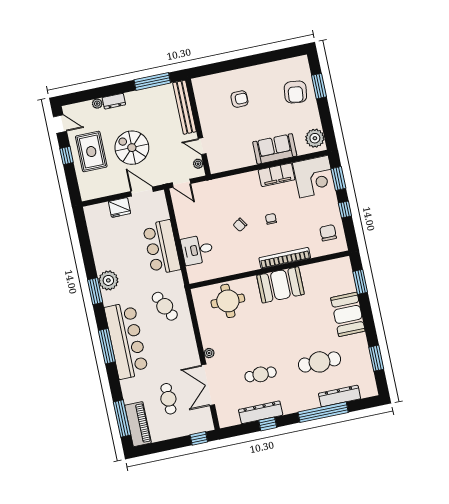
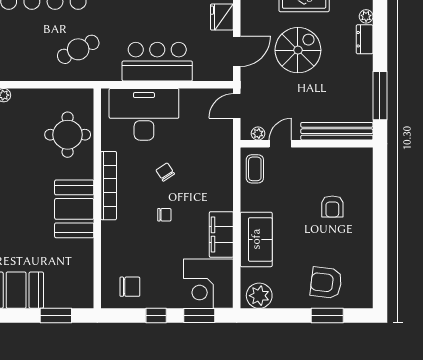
coffee table: (224, 161) -> (255, 169), added
desk: (197, 250) -> (144, 114), width x1.87, depth x1.30
bookcase: (285, 258) -> (109, 186), moved

